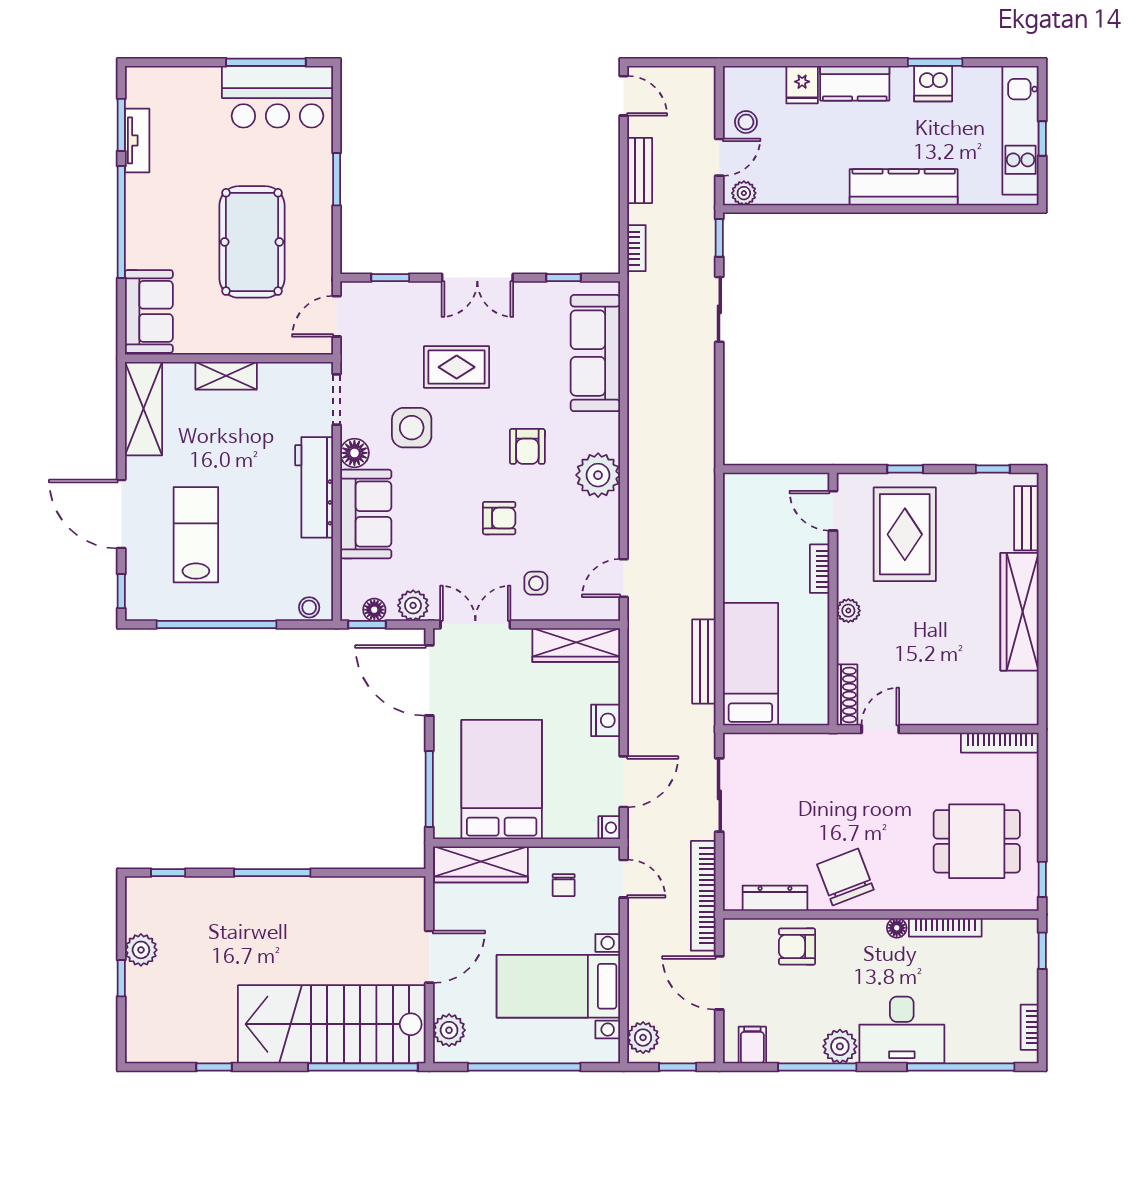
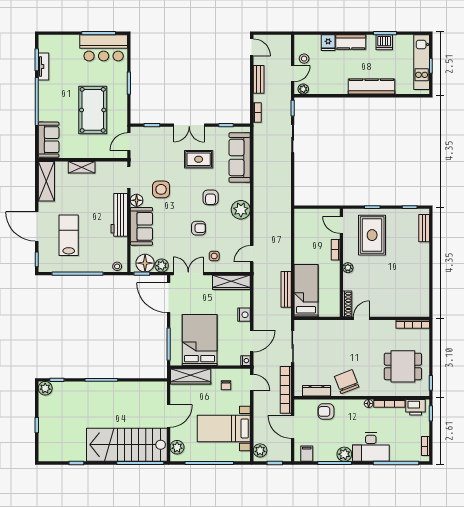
rug: (457, 367) -> (199, 159), moved
floor lamp: (374, 610) -> (145, 263), width x1.89, depth x1.89
wardrobe: (1020, 612) -> (421, 268), removed
printer: (1006, 937) -> (416, 407), added
plant: (141, 950) -> (45, 388), moved

